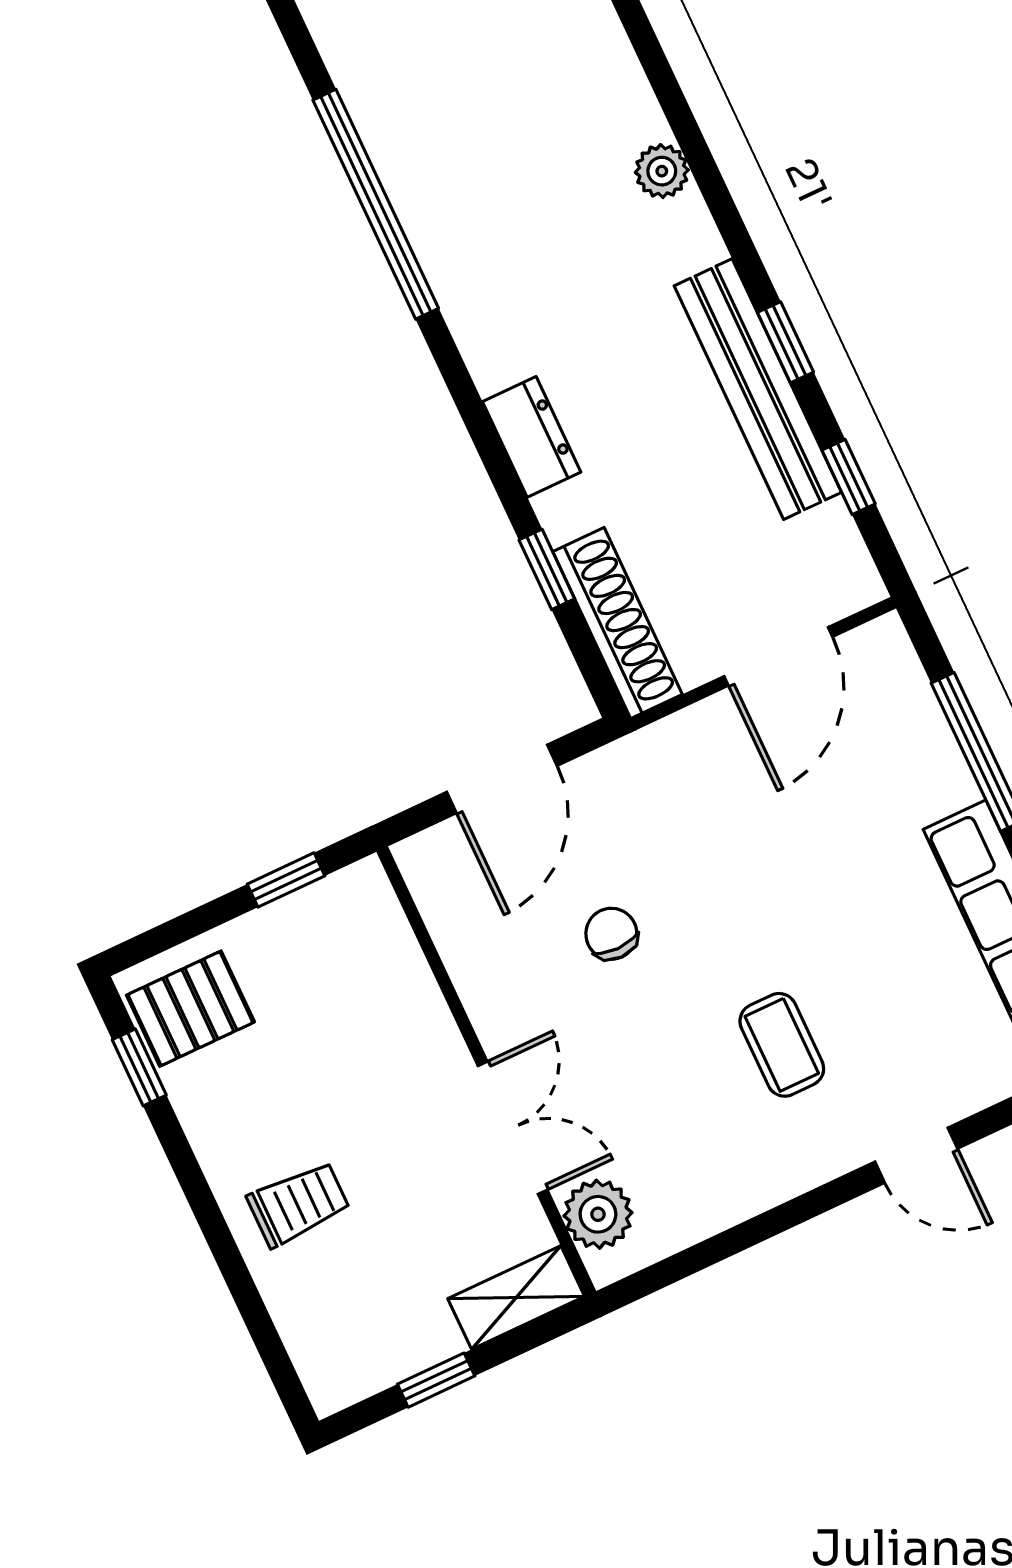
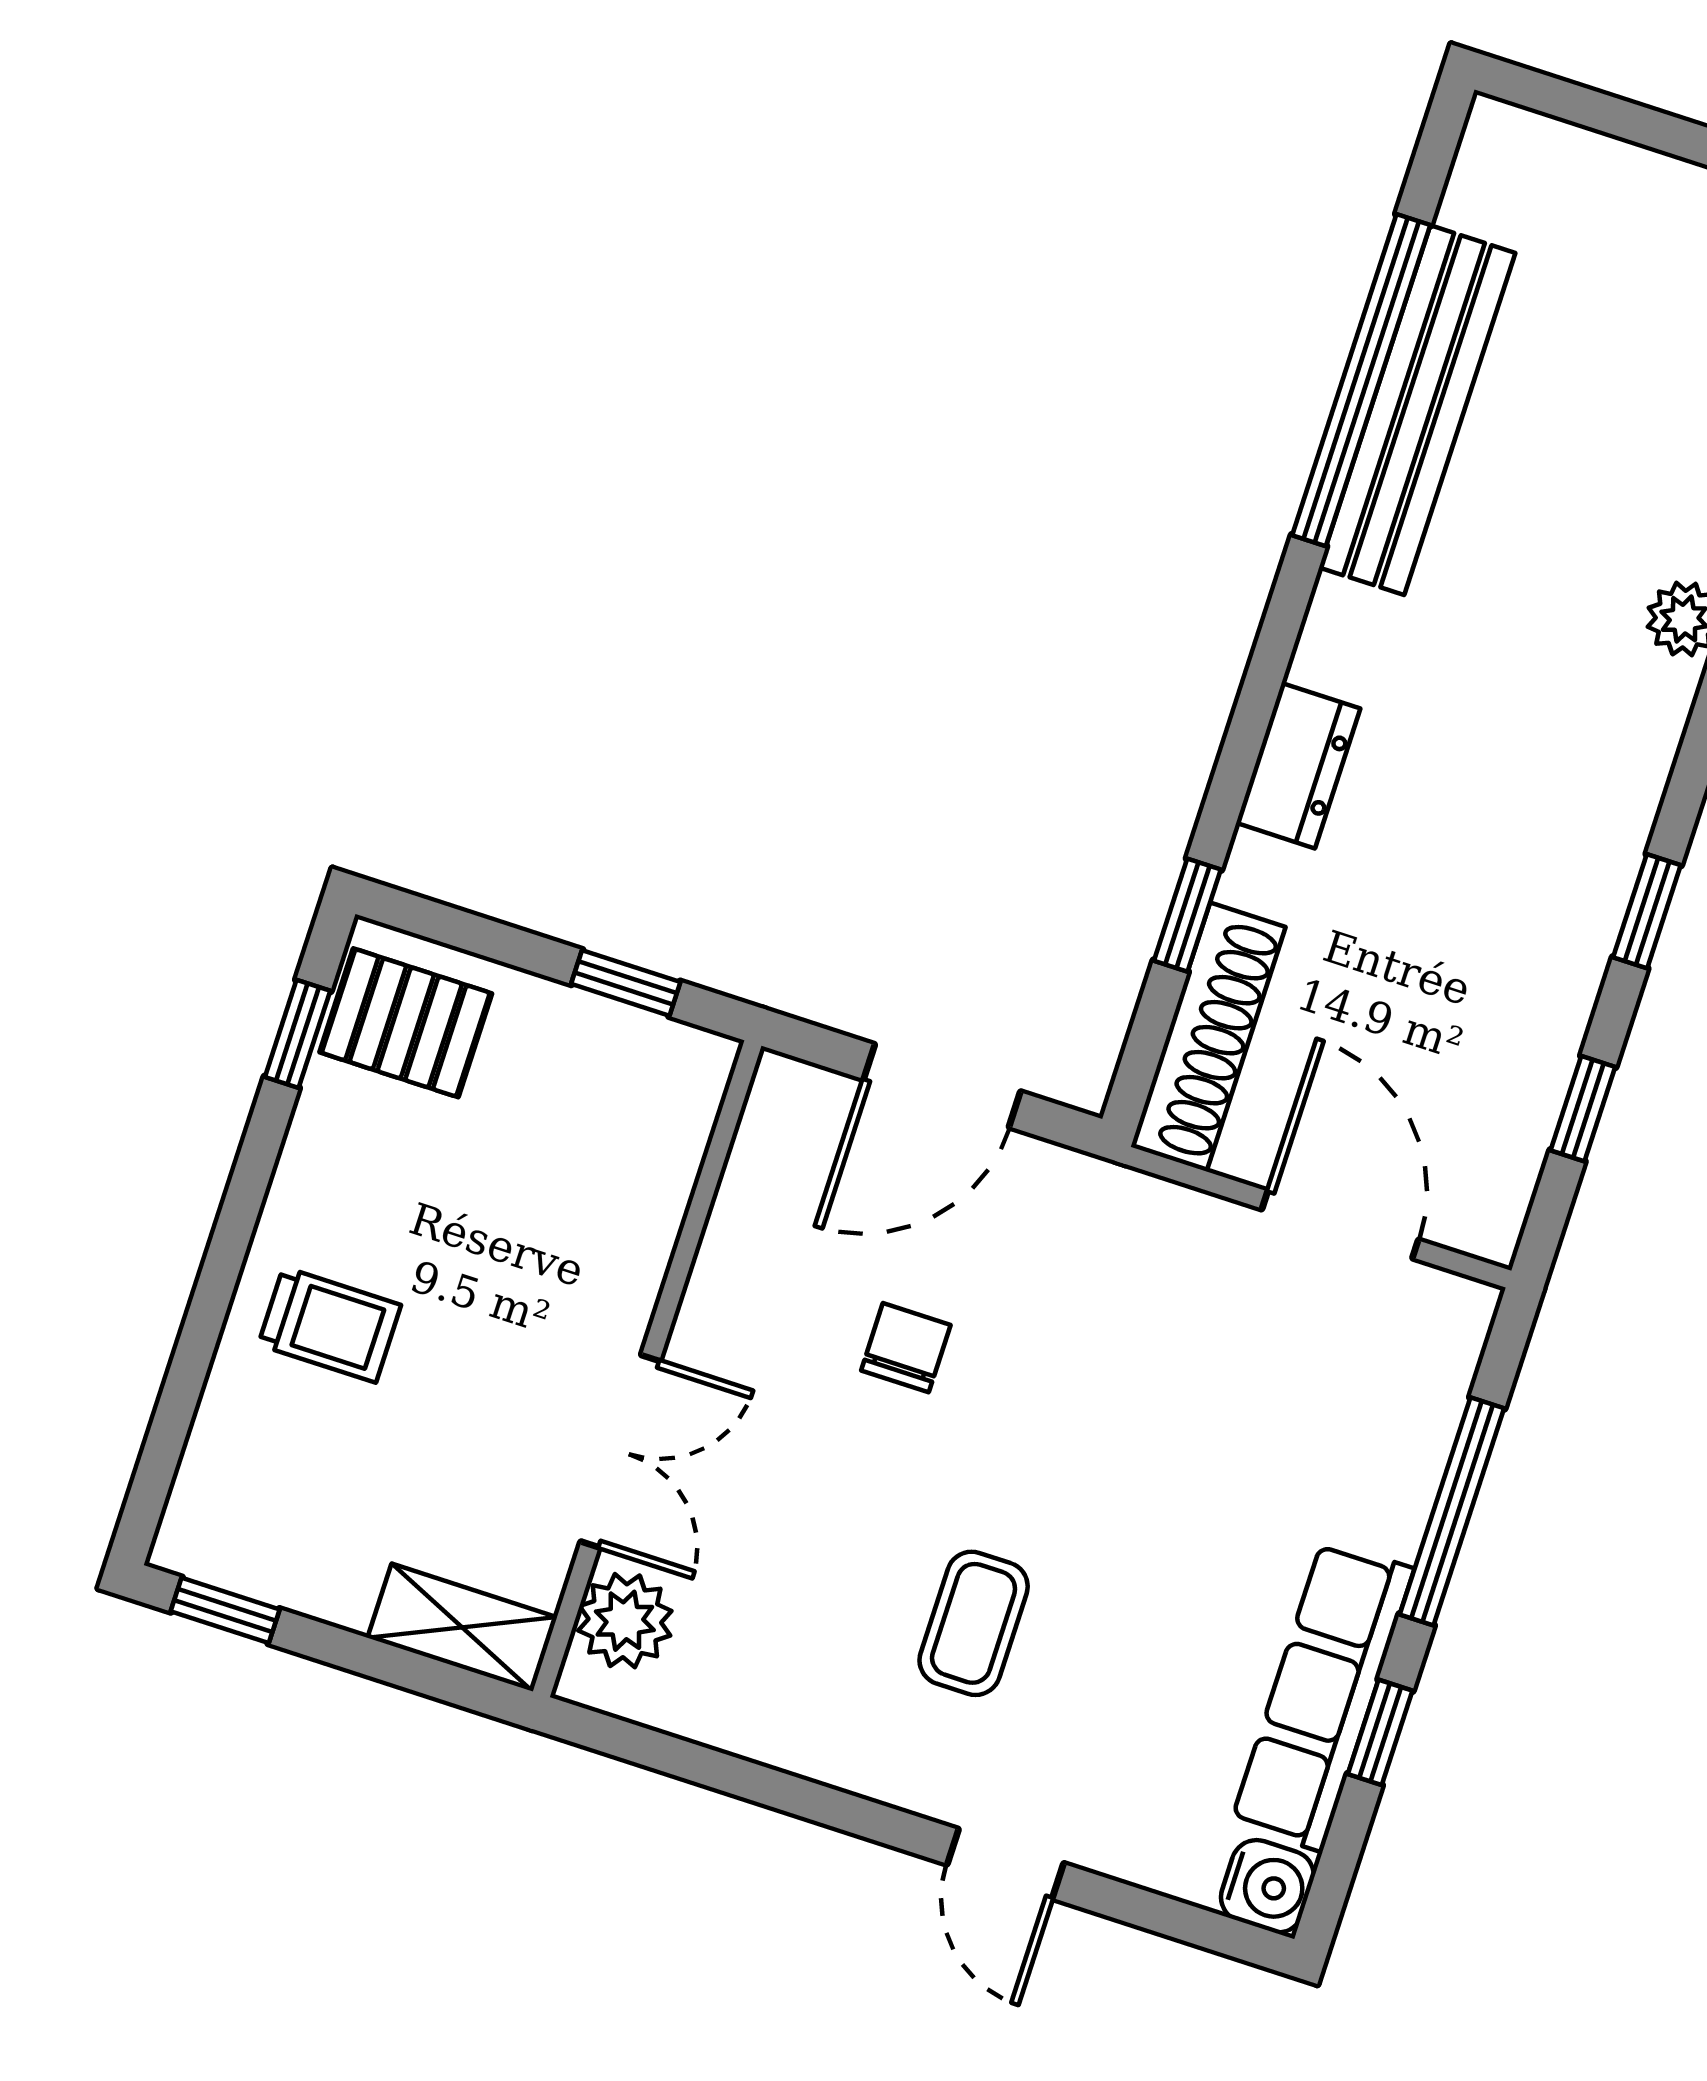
bench: (758, 389) -> (1417, 410), moved
door: (778, 656) -> (1340, 1224), swing flipped
window: (436, 1380) -> (225, 1610), moved

